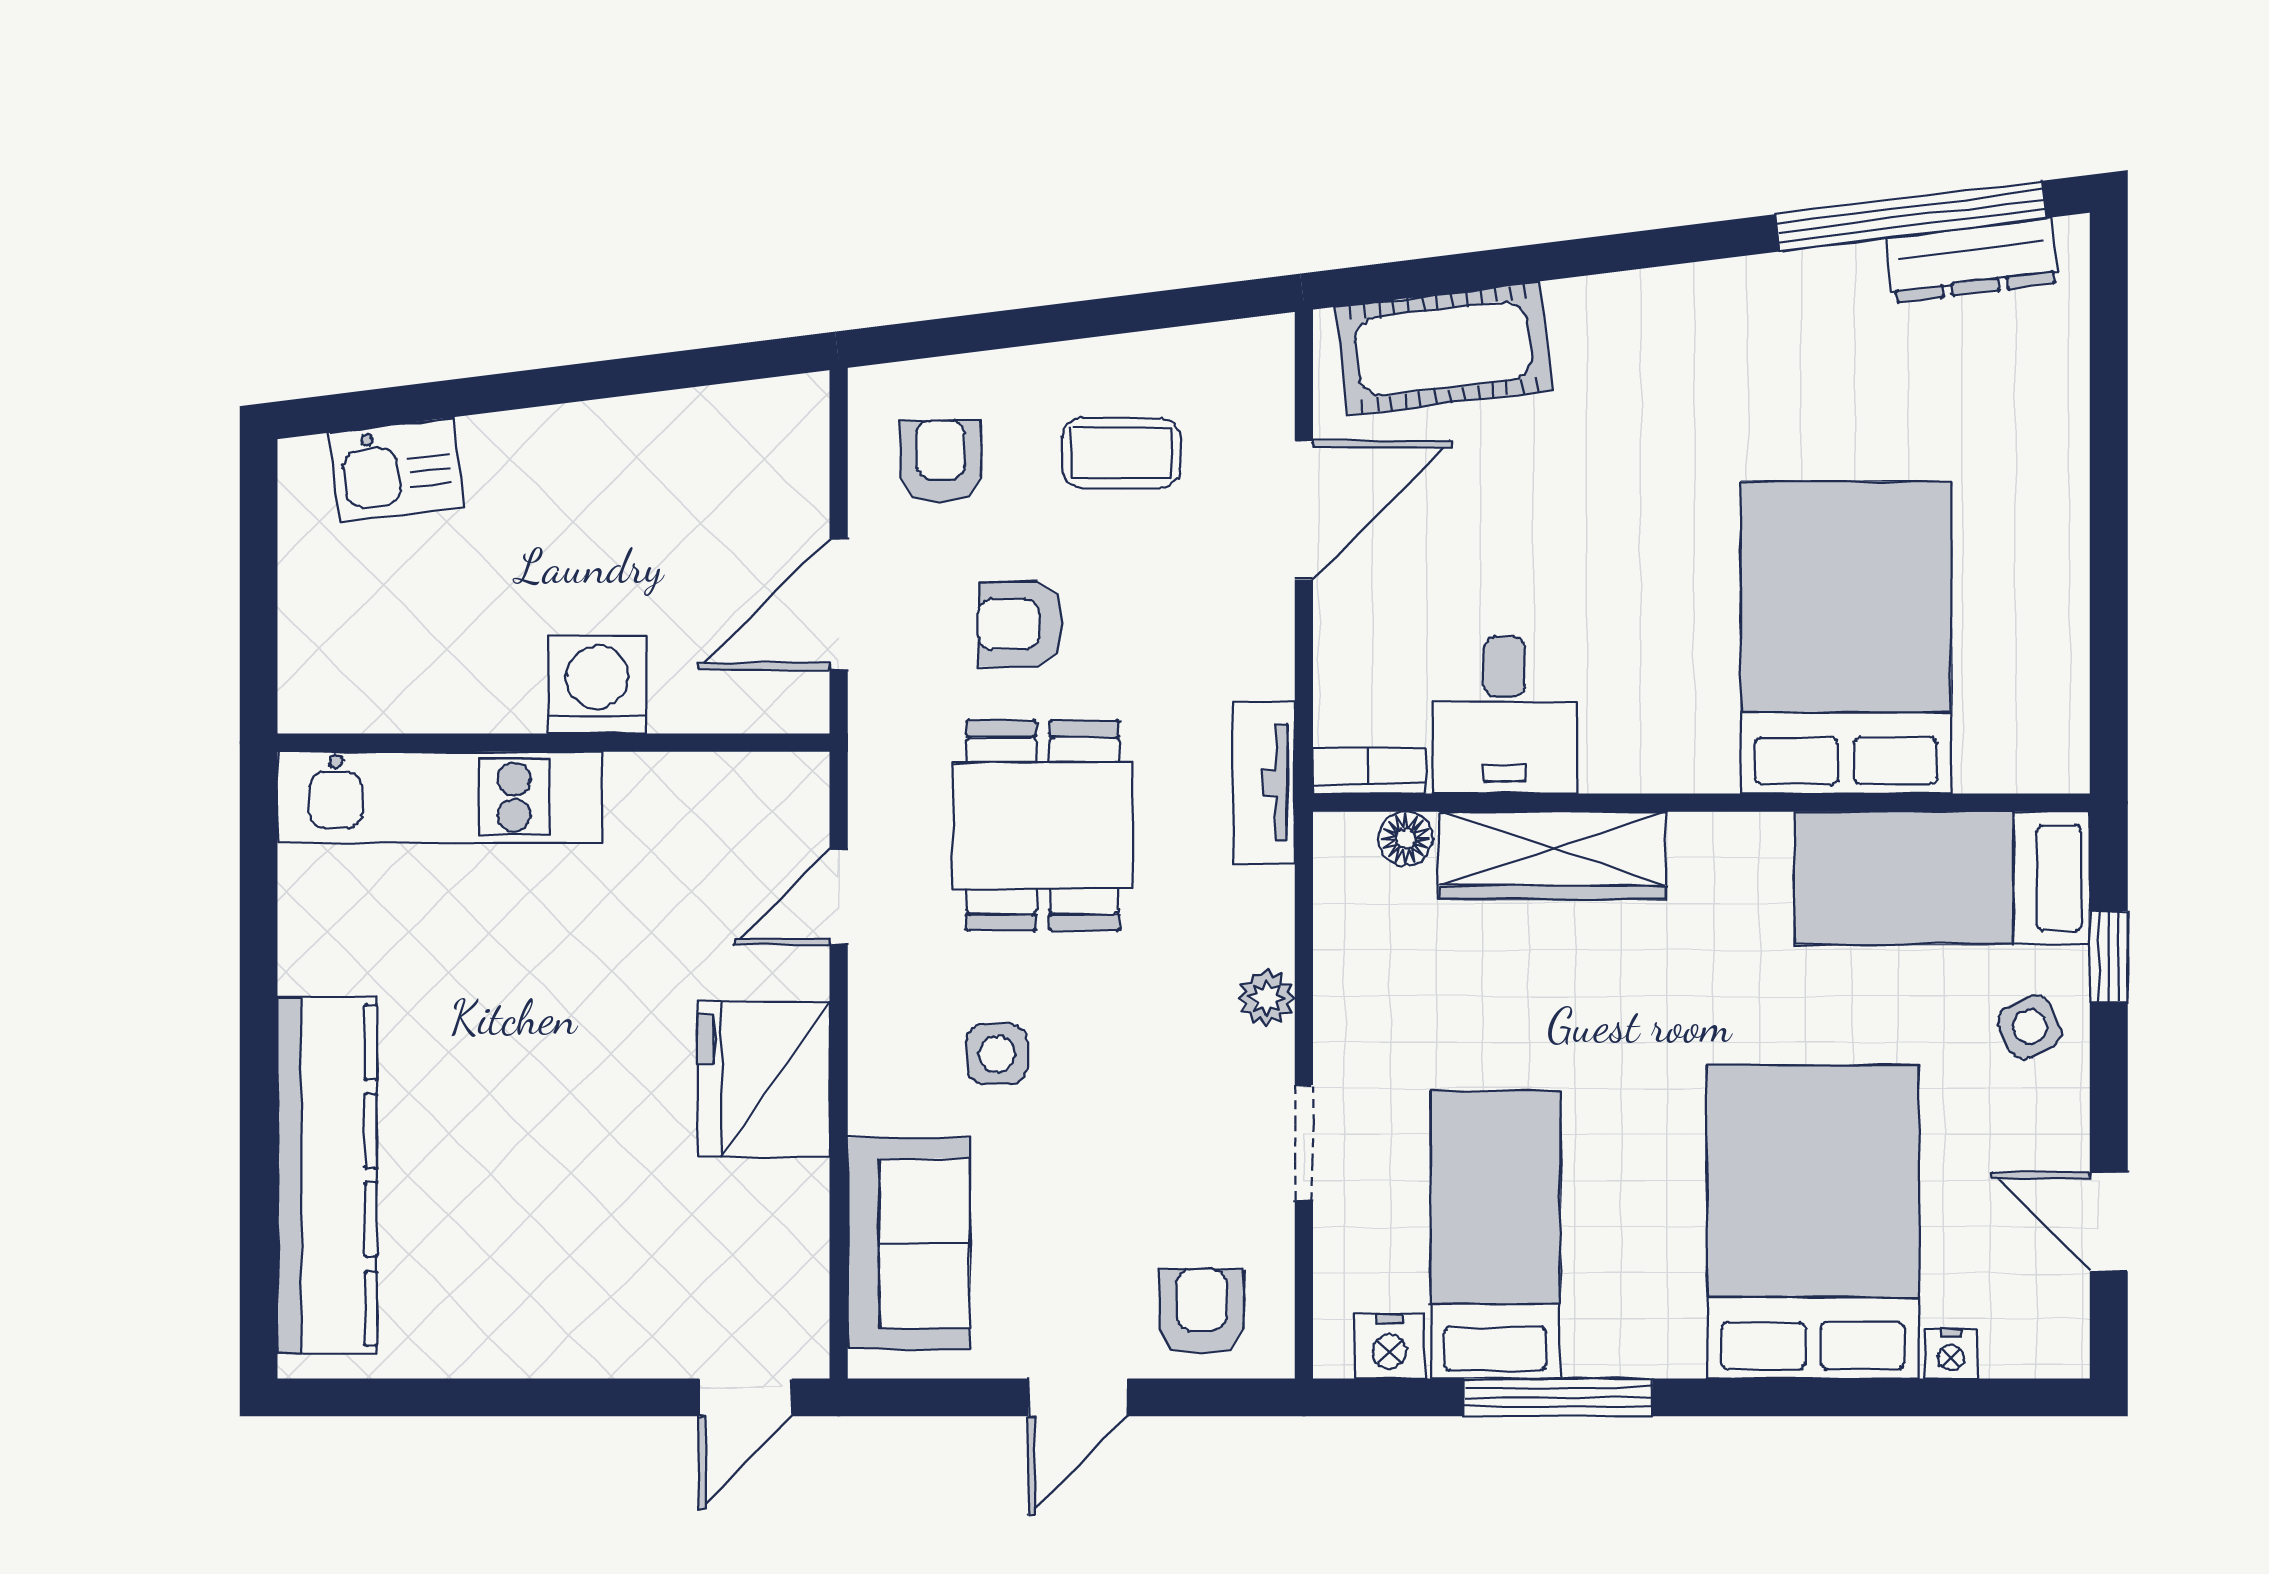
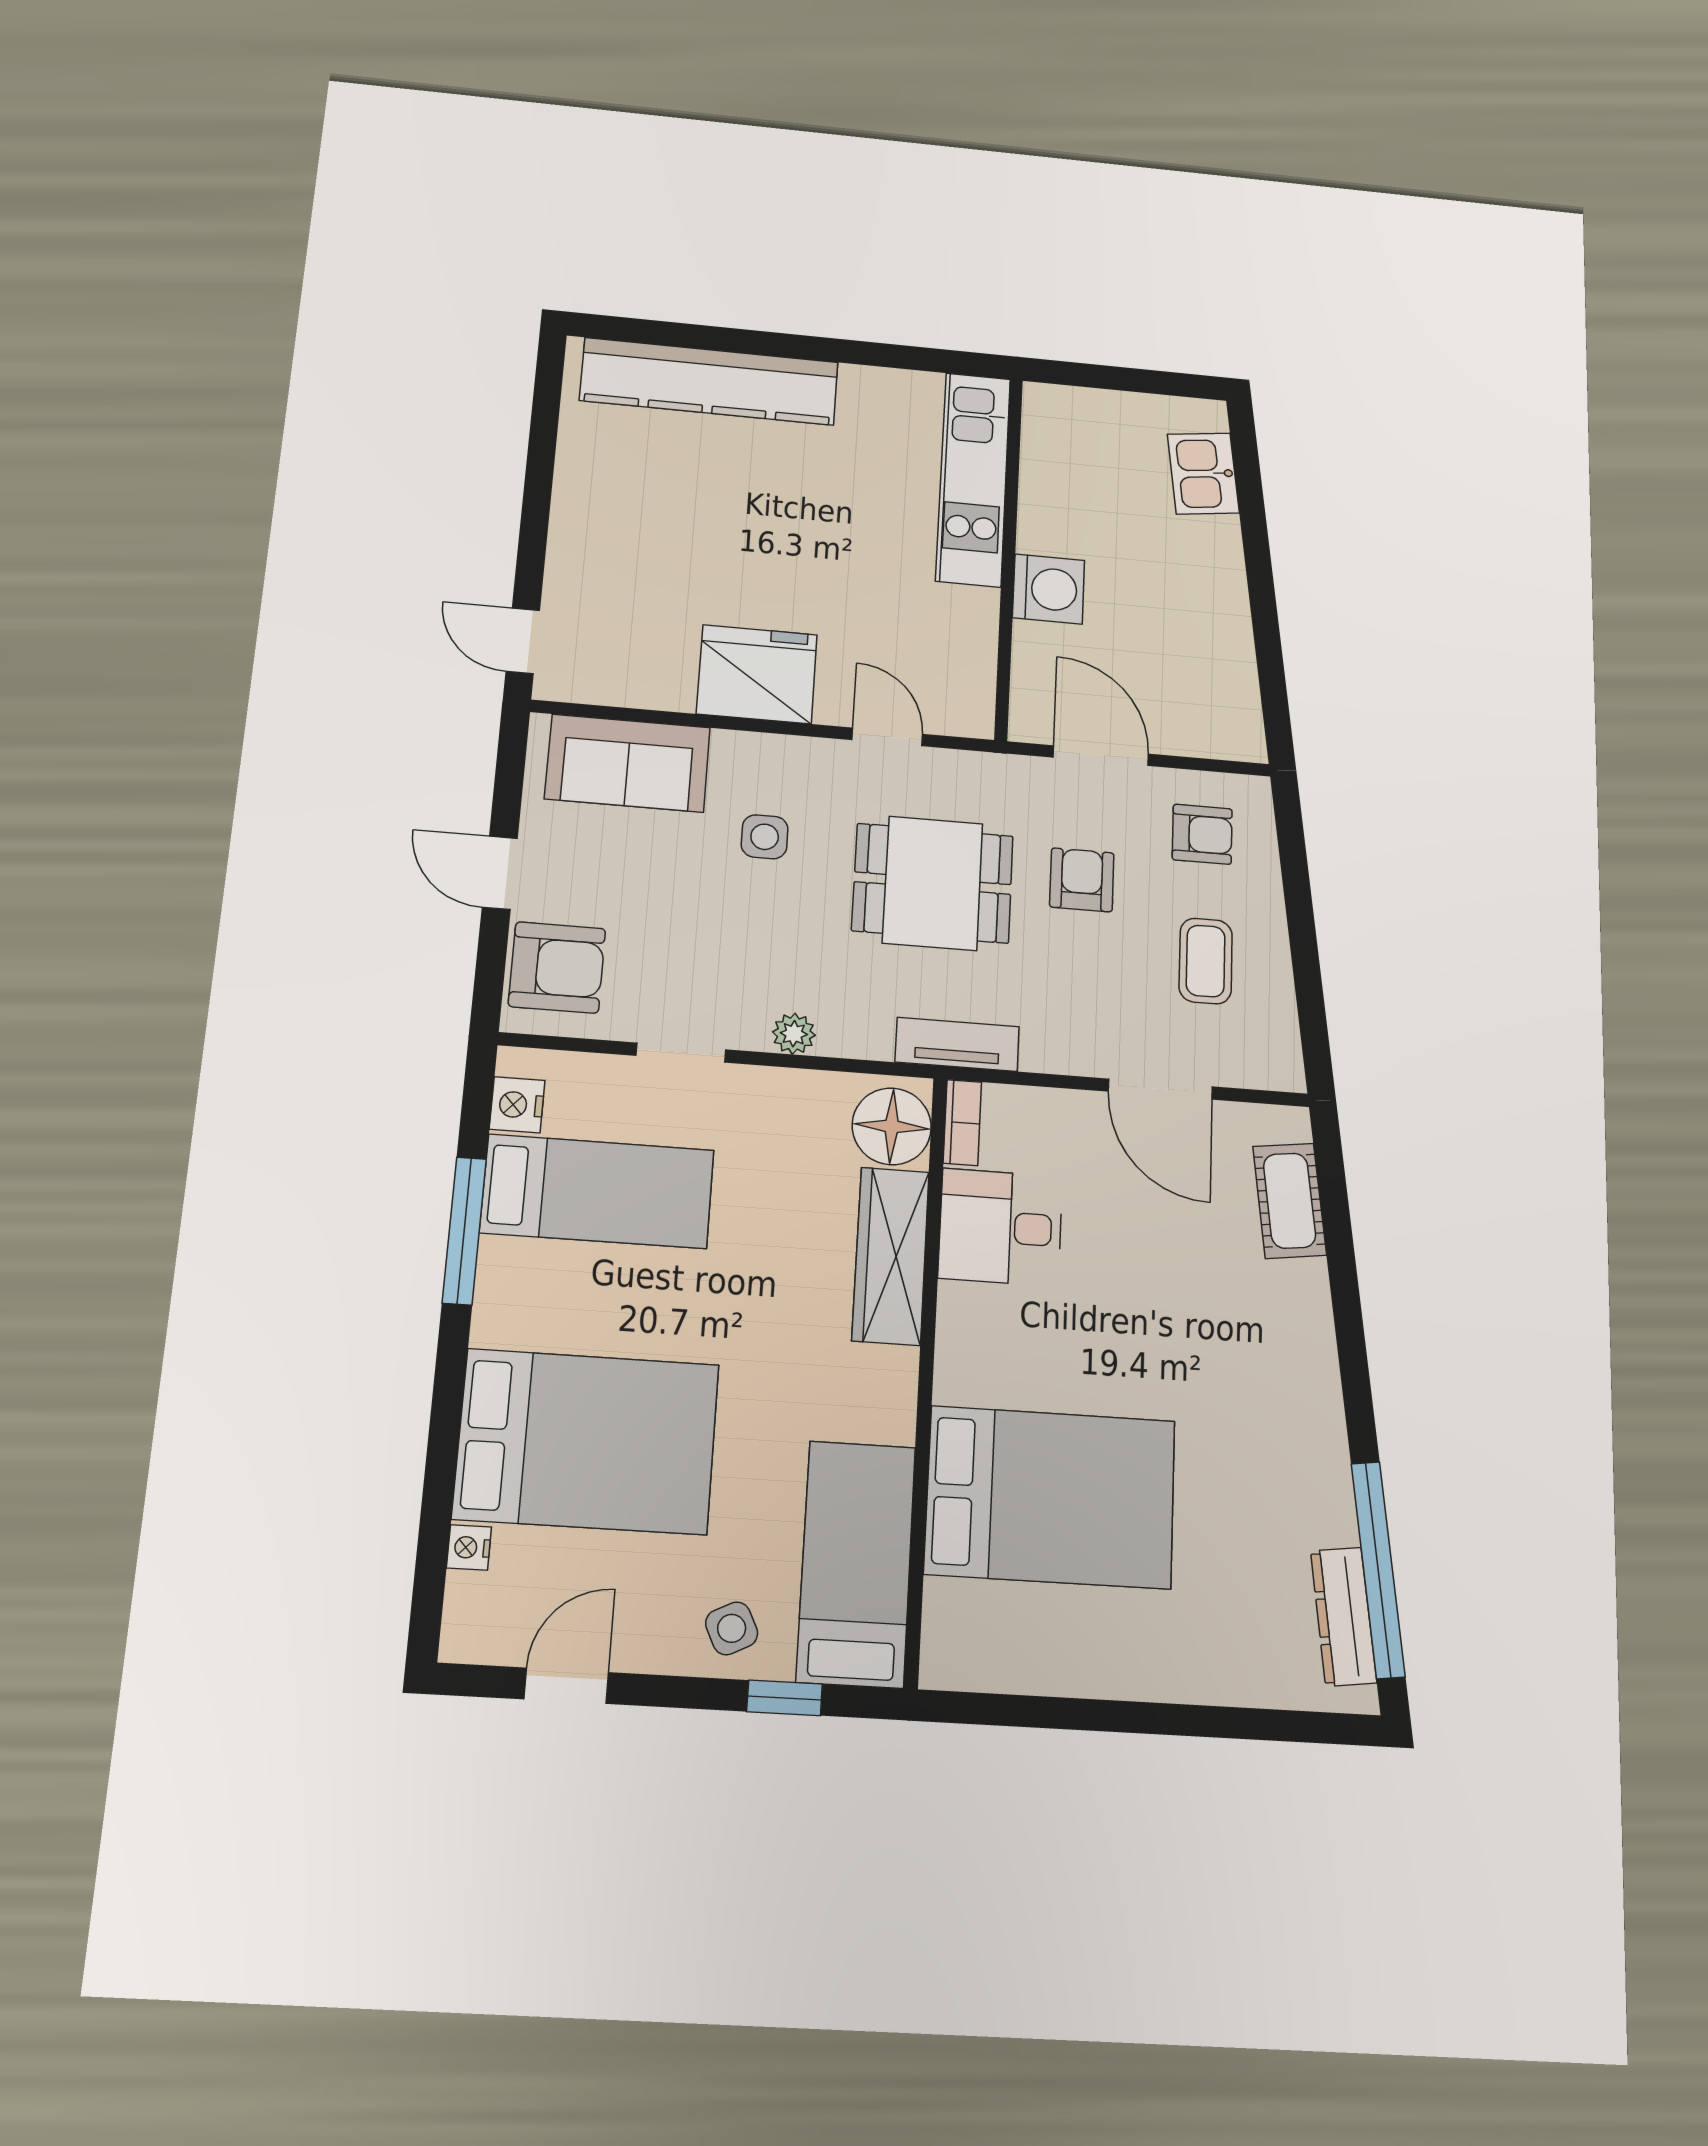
cot: (1443, 349) -> (1290, 1201), width x0.73, depth x0.75
floor lamp: (1406, 839) -> (892, 1126), width x1.89, depth x1.89
armchair: (1202, 1312) -> (557, 967), width x1.38, depth x1.38

